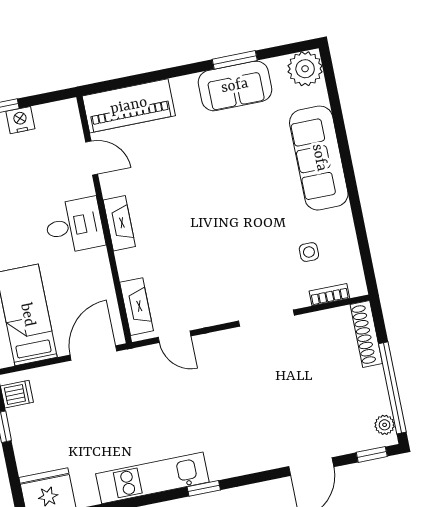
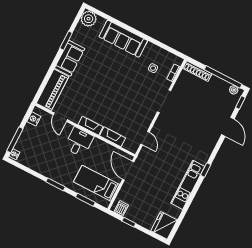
sofa: (235, 86) -> (70, 58), moved
nightstand: (20, 120) -> (34, 119), moved
door: (92, 158) -> (60, 117), swing flipped
fireplace: (137, 307) -> (112, 137), moved
door: (175, 337) -> (145, 138), hinge flipped

